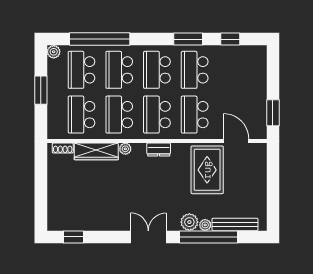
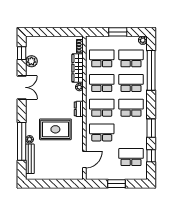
school desk: (195, 70) -> (131, 157), moved
window: (273, 113) -> (117, 184), moved
rug: (207, 170) -> (55, 129), moved
plant: (189, 222) -> (31, 61), moved
double door: (148, 237) -> (22, 87), moved

